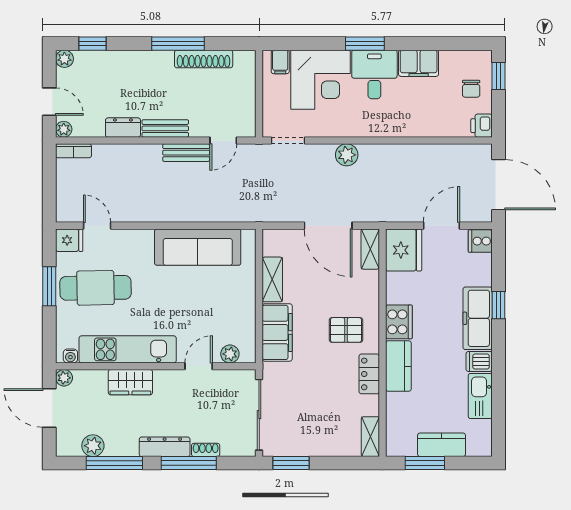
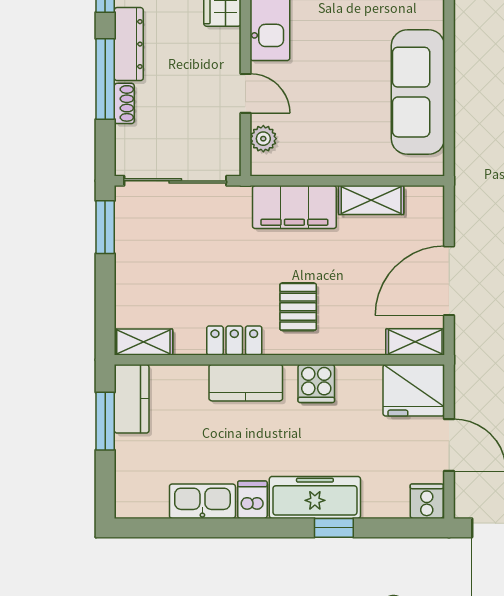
cooker: (399, 322) -> (316, 383), width x0.73
kitchen counter: (442, 445) -> (132, 399), moved

